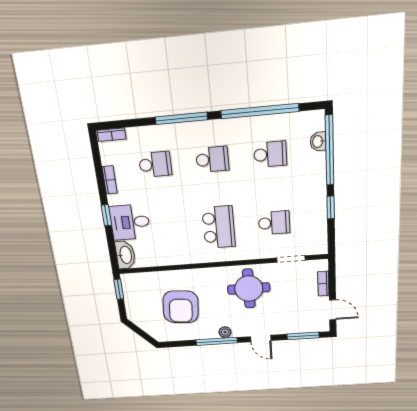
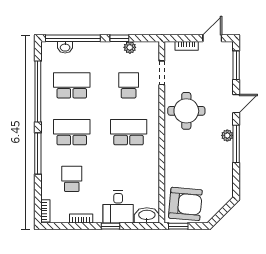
school desk: (270, 154) -> (72, 85), width x1.85
school desk: (212, 159) -> (72, 132), width x1.85
plant: (320, 221) -> (130, 47), added
armchair: (181, 307) -> (185, 204), moved

